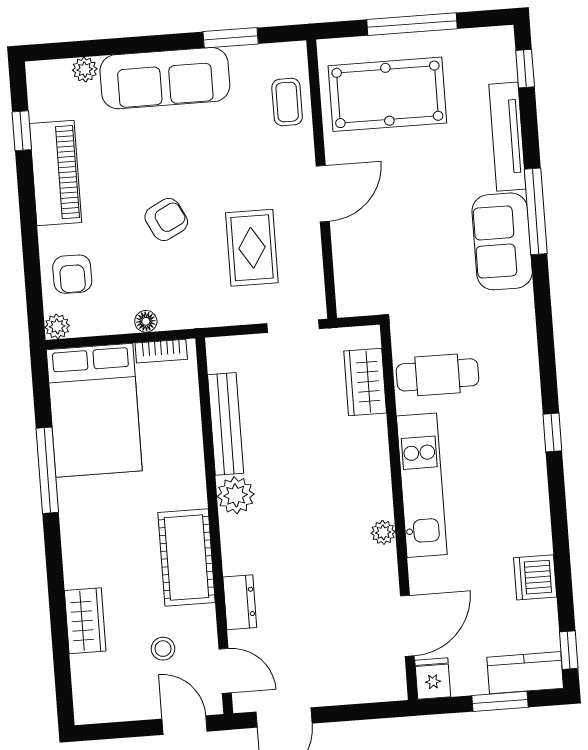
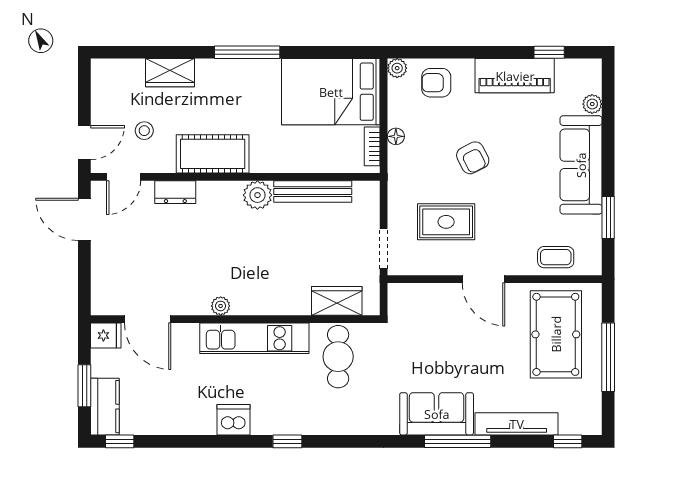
window: (47, 470) -> (247, 52), moved
dishwasher: (535, 577) -> (234, 420), moved

